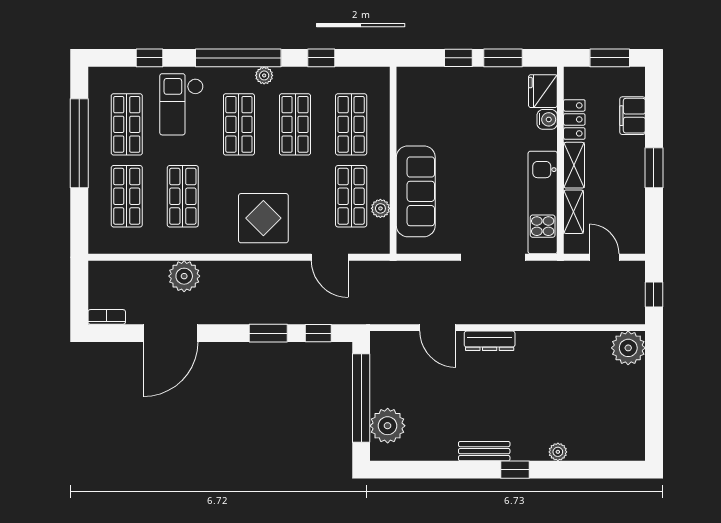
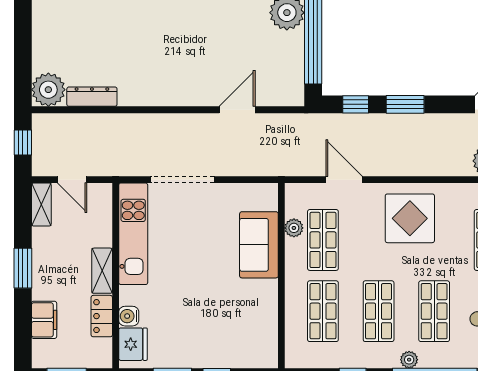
sofa: (416, 191) -> (259, 245), width x0.73
shelving: (574, 212) -> (41, 204), moved
door: (438, 328) -> (237, 110), hinge flipped
dresser: (490, 341) -> (92, 97), moved

